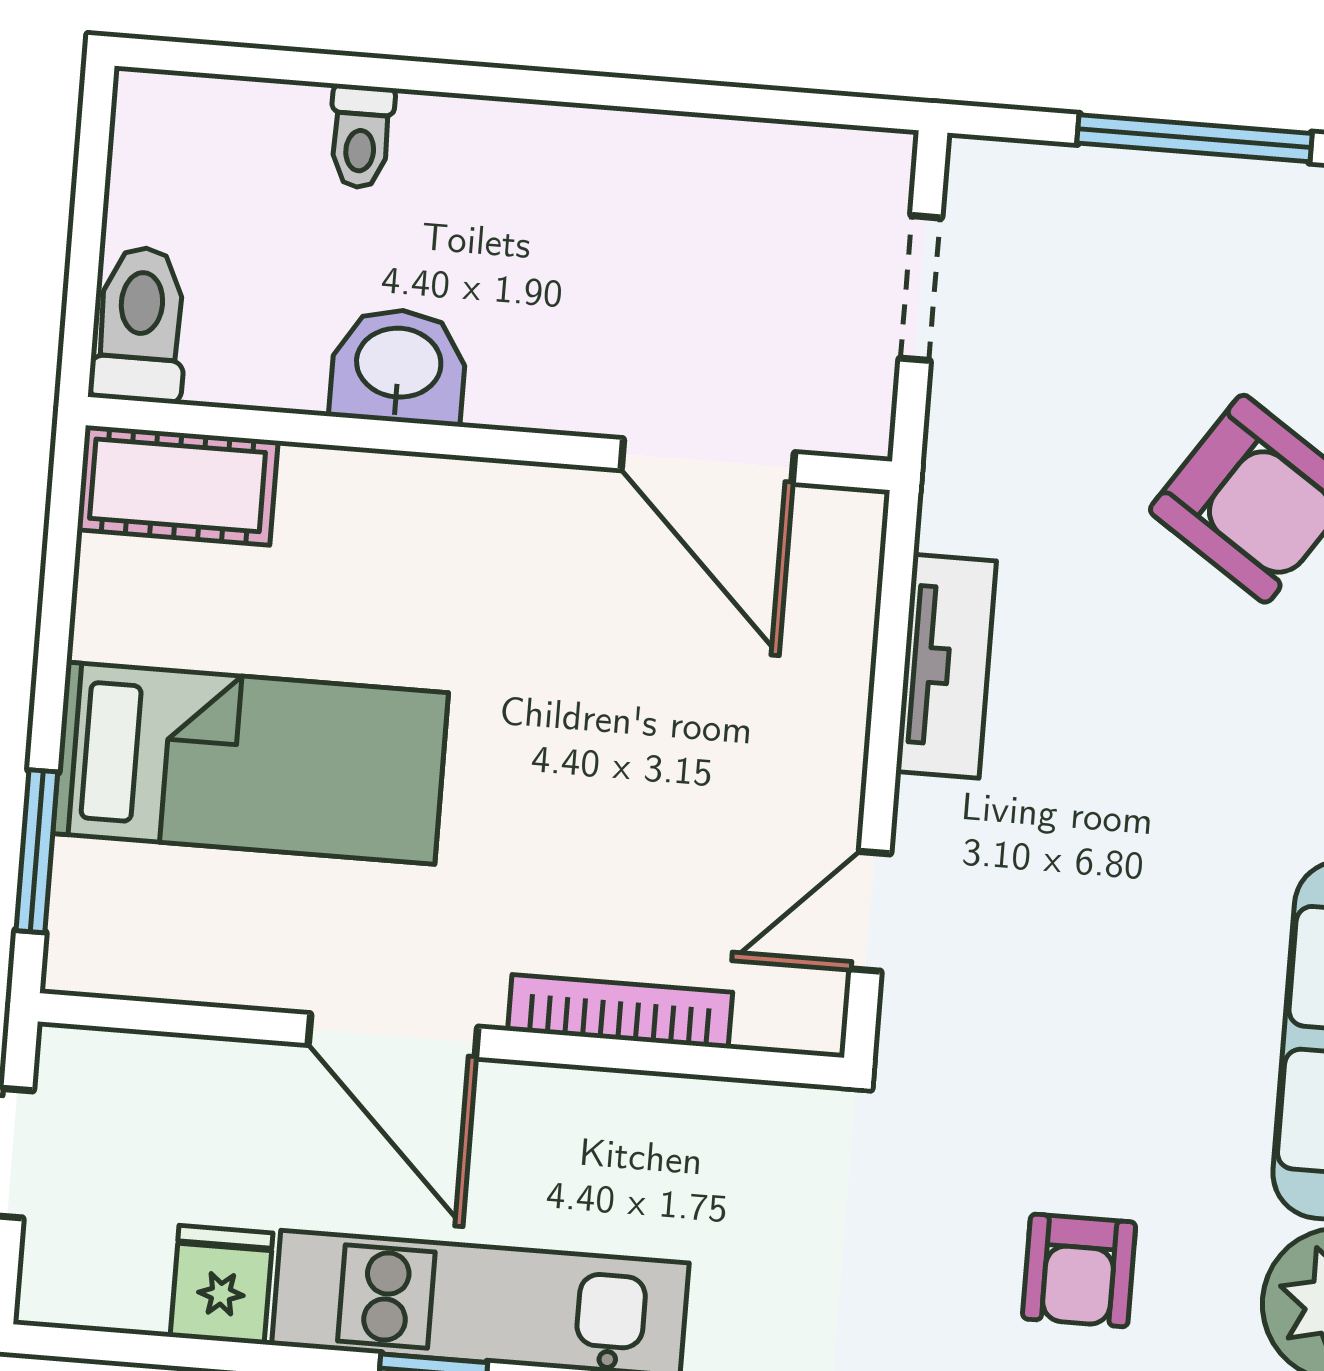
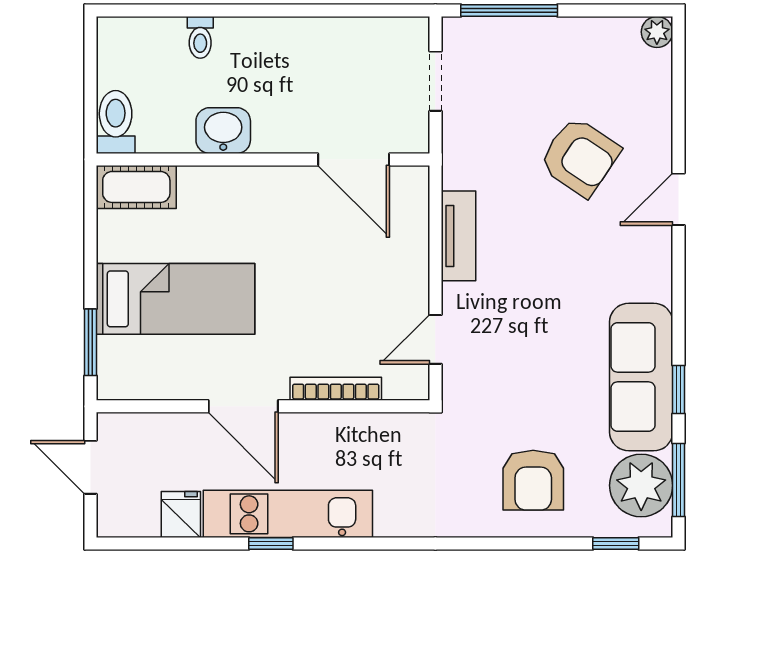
window: (1194, 138) -> (509, 10), moved
armchair: (1079, 1270) -> (533, 480), width x1.38, depth x1.38

